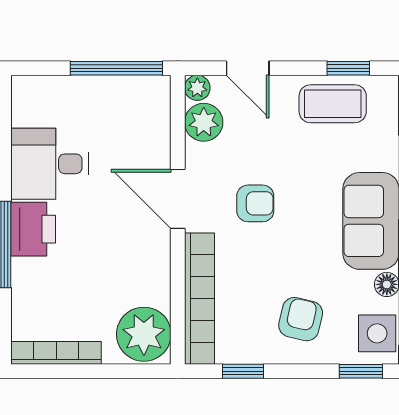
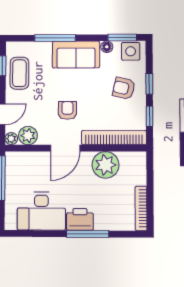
desk: (50, 164) -> (41, 211), width x1.37
plant: (144, 334) -> (106, 165), moved
window: (361, 371) -> (149, 84), moved

